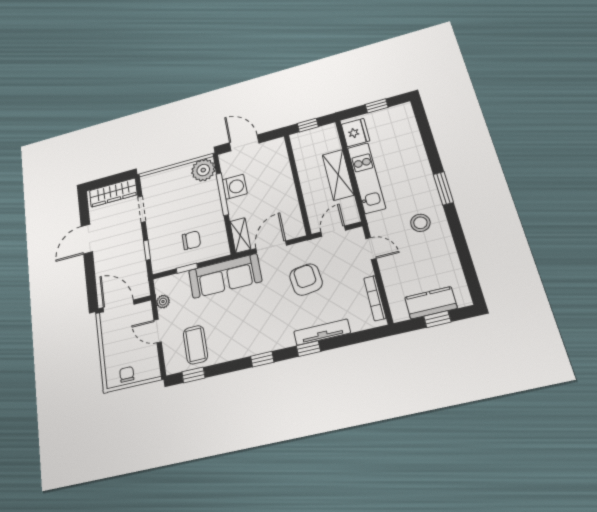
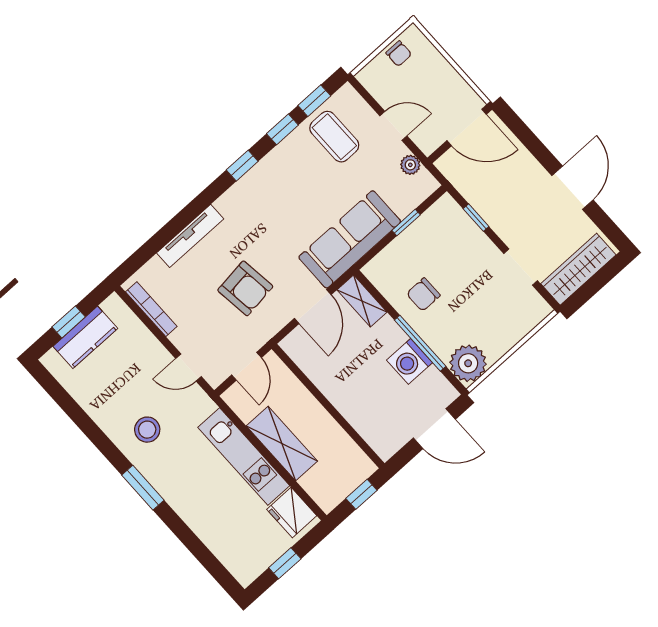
chair: (191, 240) -> (423, 295), moved
window: (308, 349) -> (282, 129), moved

